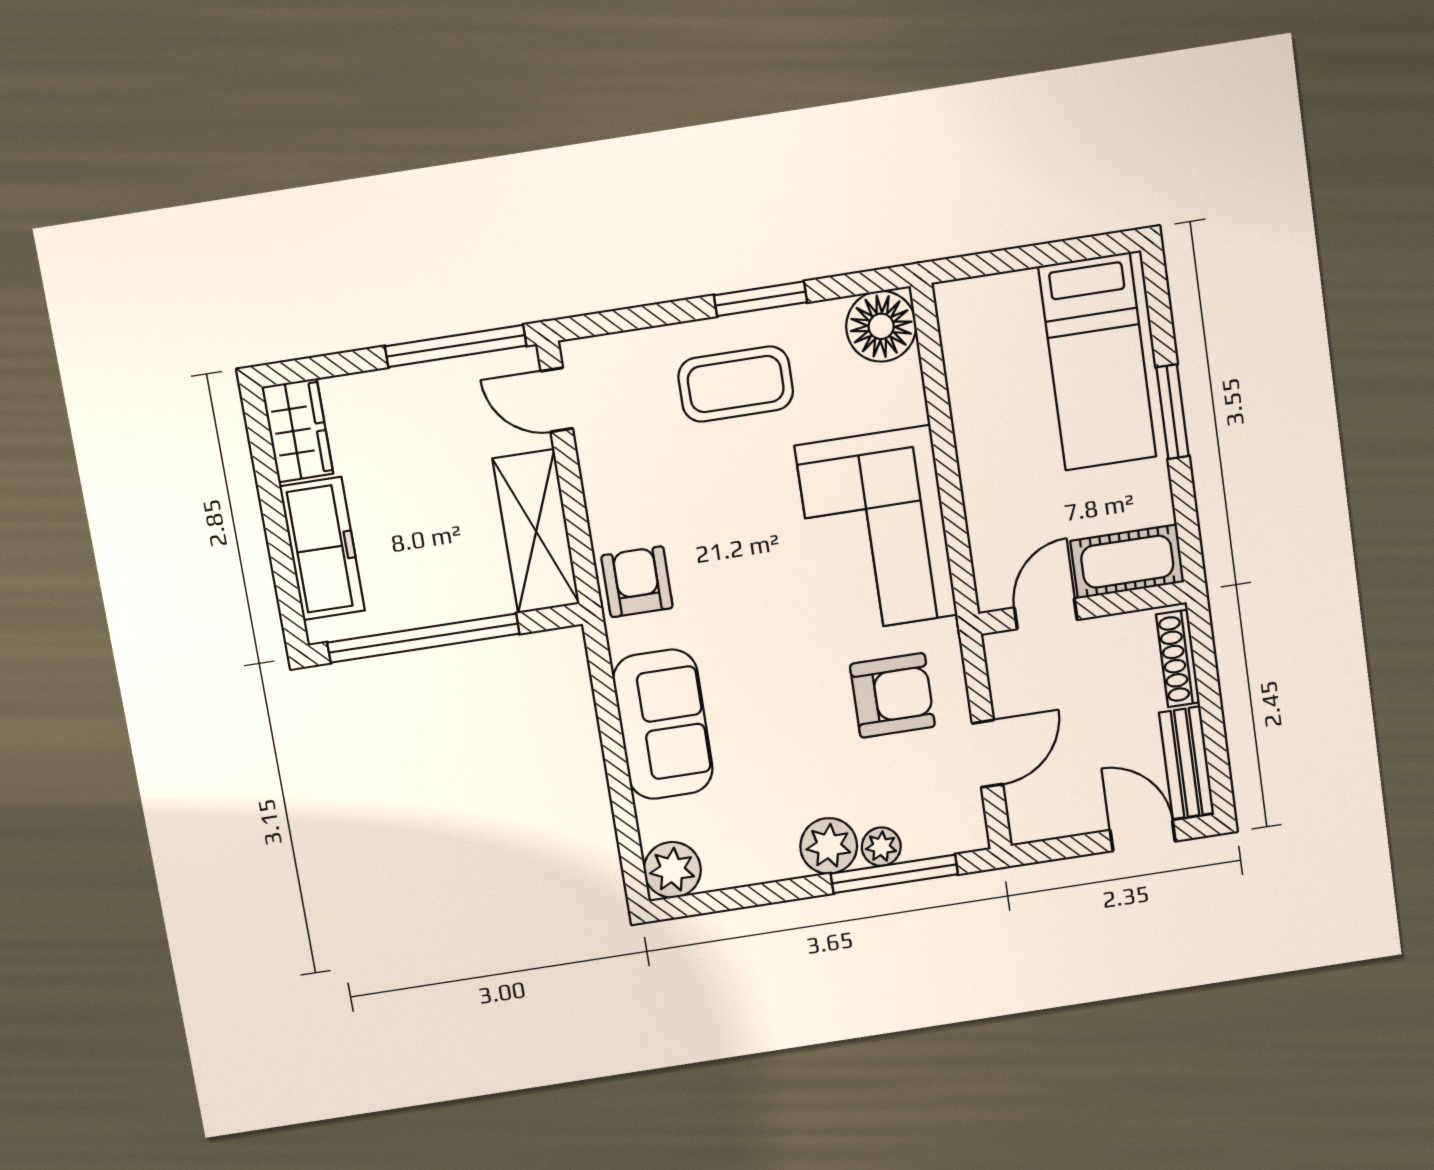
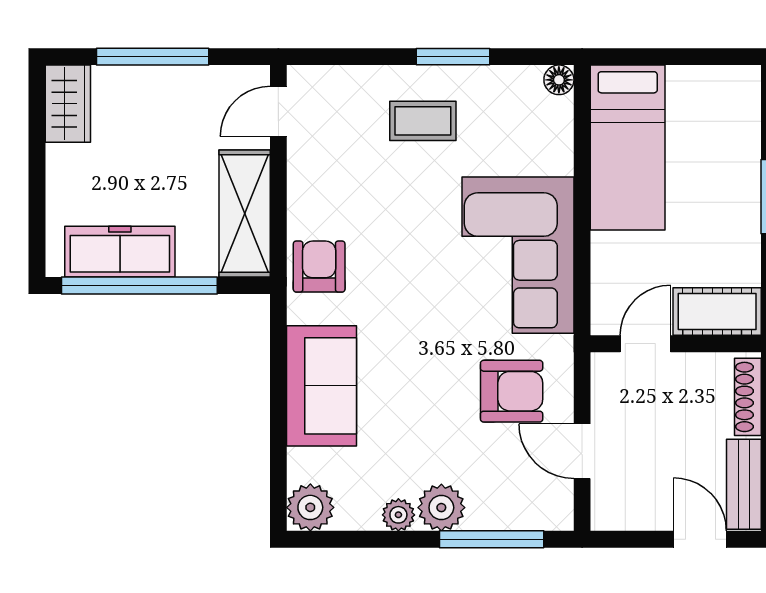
floor lamp: (881, 326) -> (559, 80), width x0.53, depth x0.53
window: (456, 346) -> (153, 57), moved
bed: (1097, 362) -> (628, 148), moved
coffee table: (736, 384) -> (423, 121), width x0.73, depth x0.77
door: (557, 400) -> (278, 111), hinge flipped
freezer: (322, 549) -> (120, 252), moved, turned -90
door: (987, 754) -> (582, 451), swing flipped
plant: (881, 847) -> (398, 515), moved

